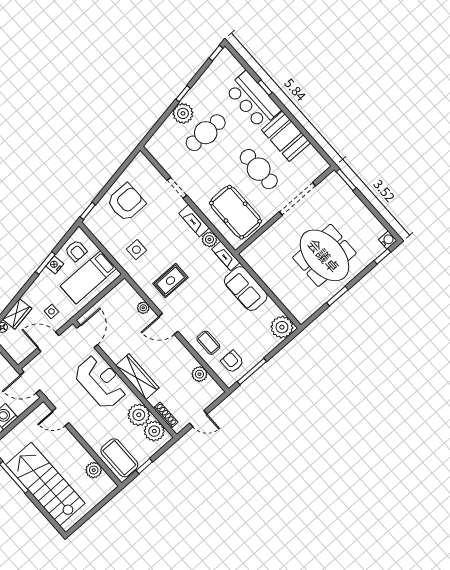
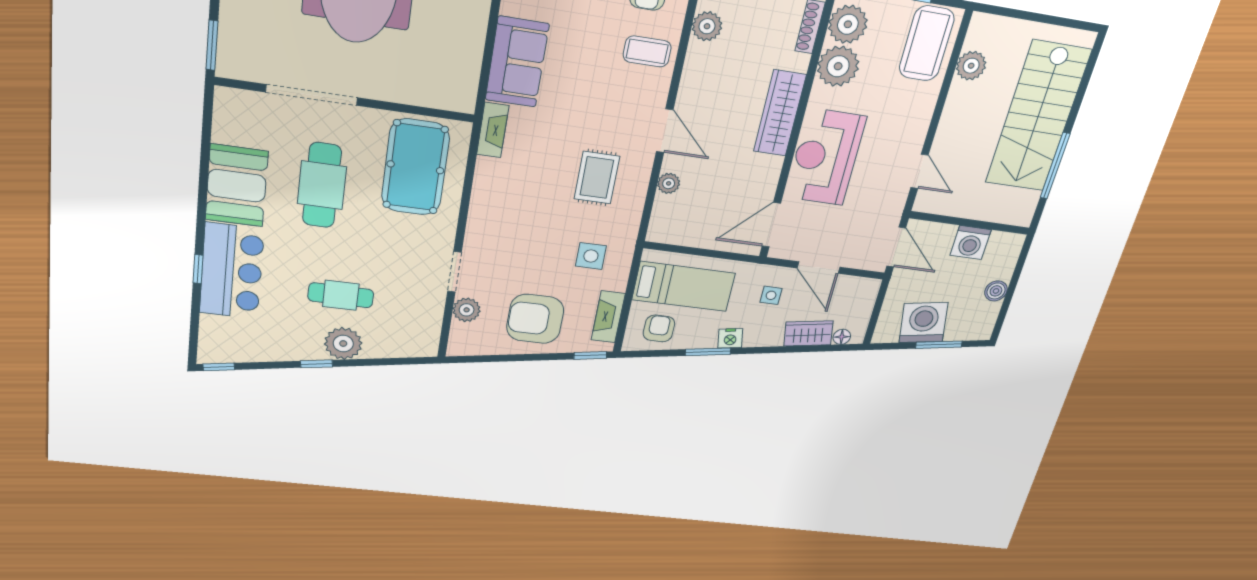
cafe table: (206, 133) -> (341, 295), width x0.73, depth x0.74
fireplace: (194, 221) -> (608, 317), moved, turned 180
plant: (209, 239) -> (467, 310), moved
nightstand: (55, 265) -> (730, 338), moved
rug: (170, 281) -> (597, 178), turned 90
coffee table: (208, 343) -> (647, 51), turned 90

